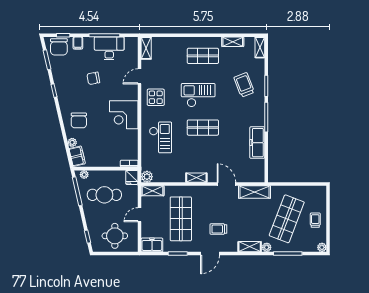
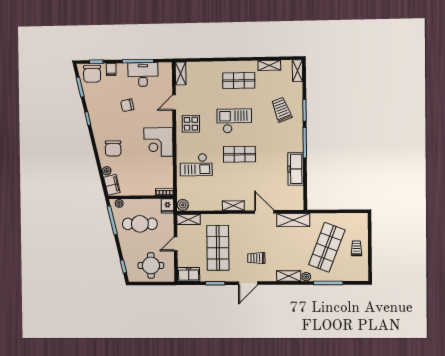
checkout: (160, 137) -> (196, 165), turned 90
plant: (322, 247) -> (364, 276), removed

